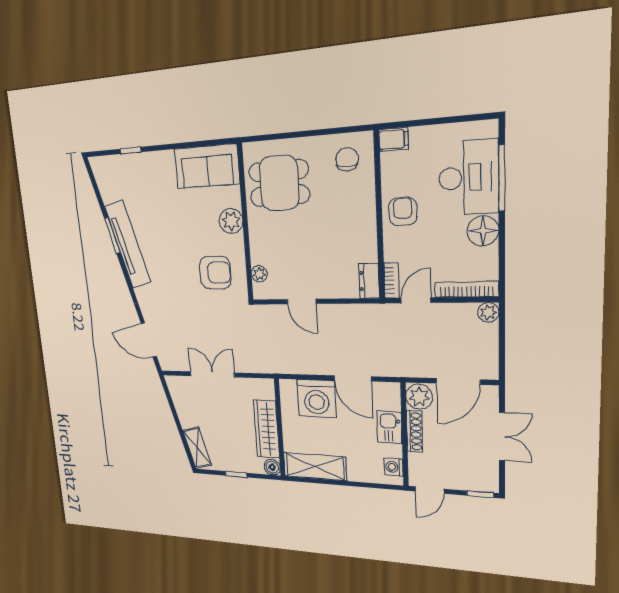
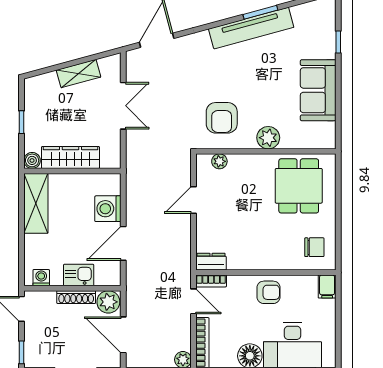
sofa: (207, 166) -> (318, 90), moved
washing machine: (316, 398) -> (108, 209), width x0.73, depth x0.73
shelving: (197, 448) -> (79, 74), moved

